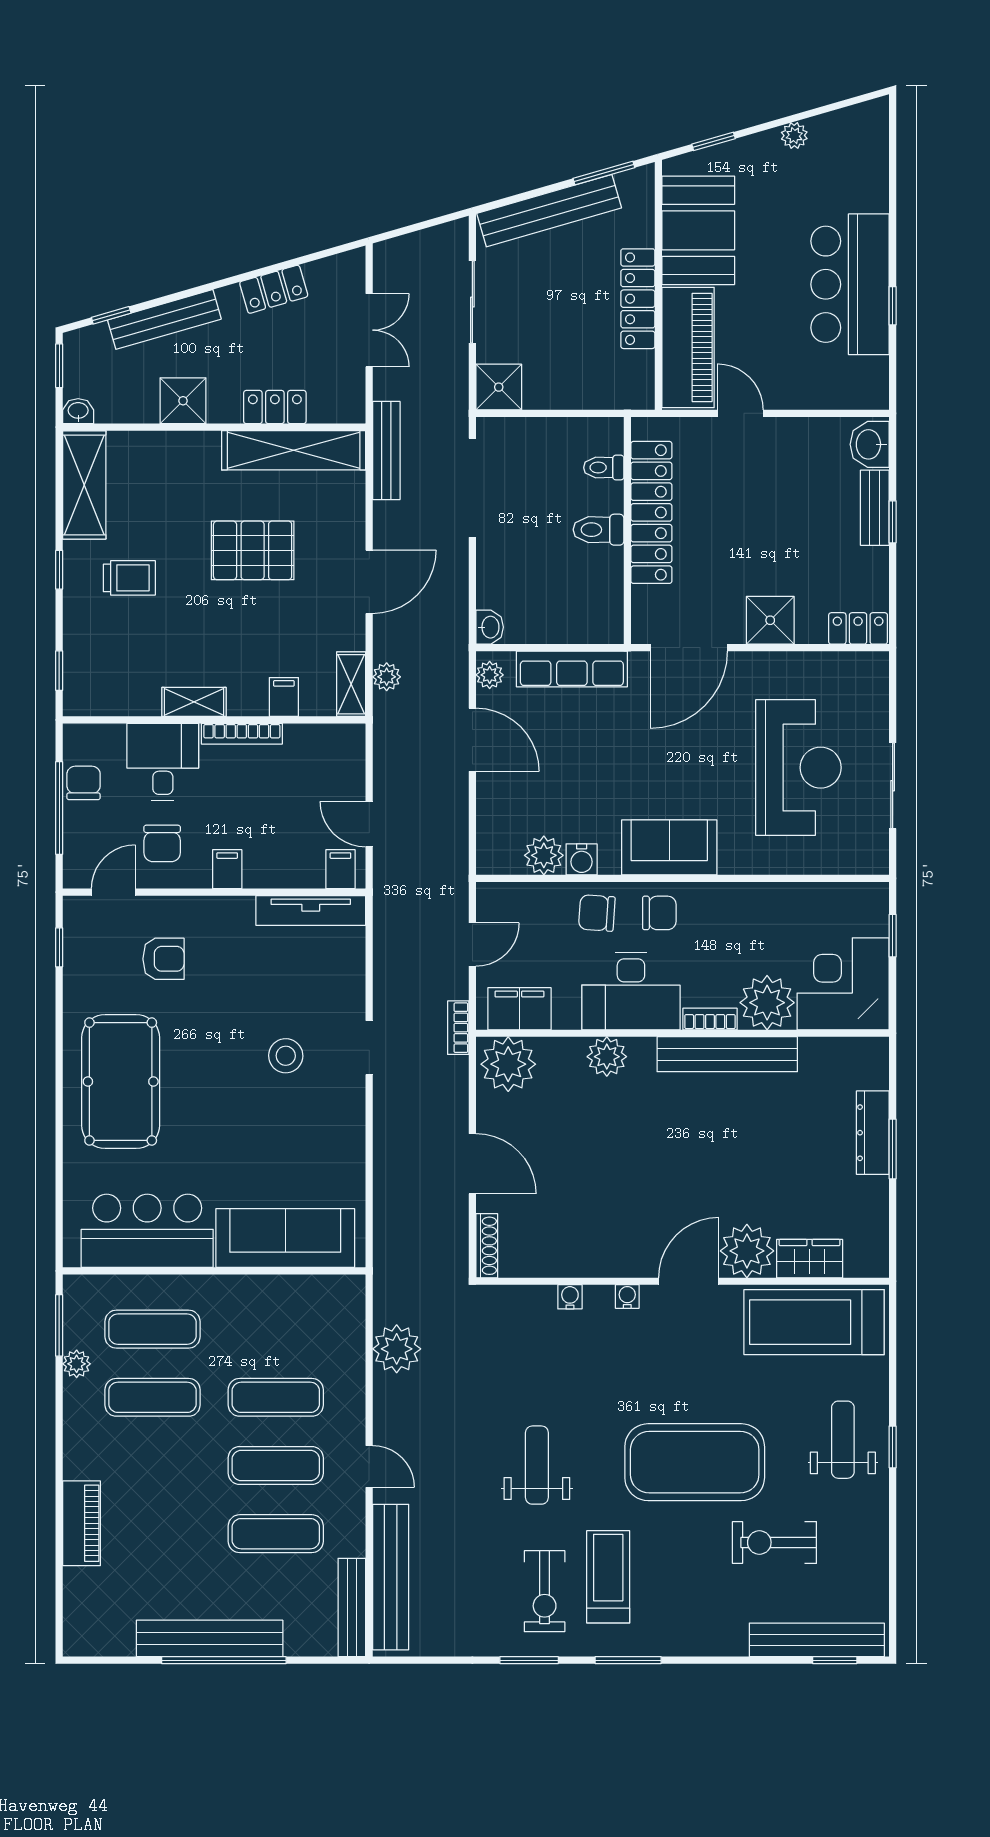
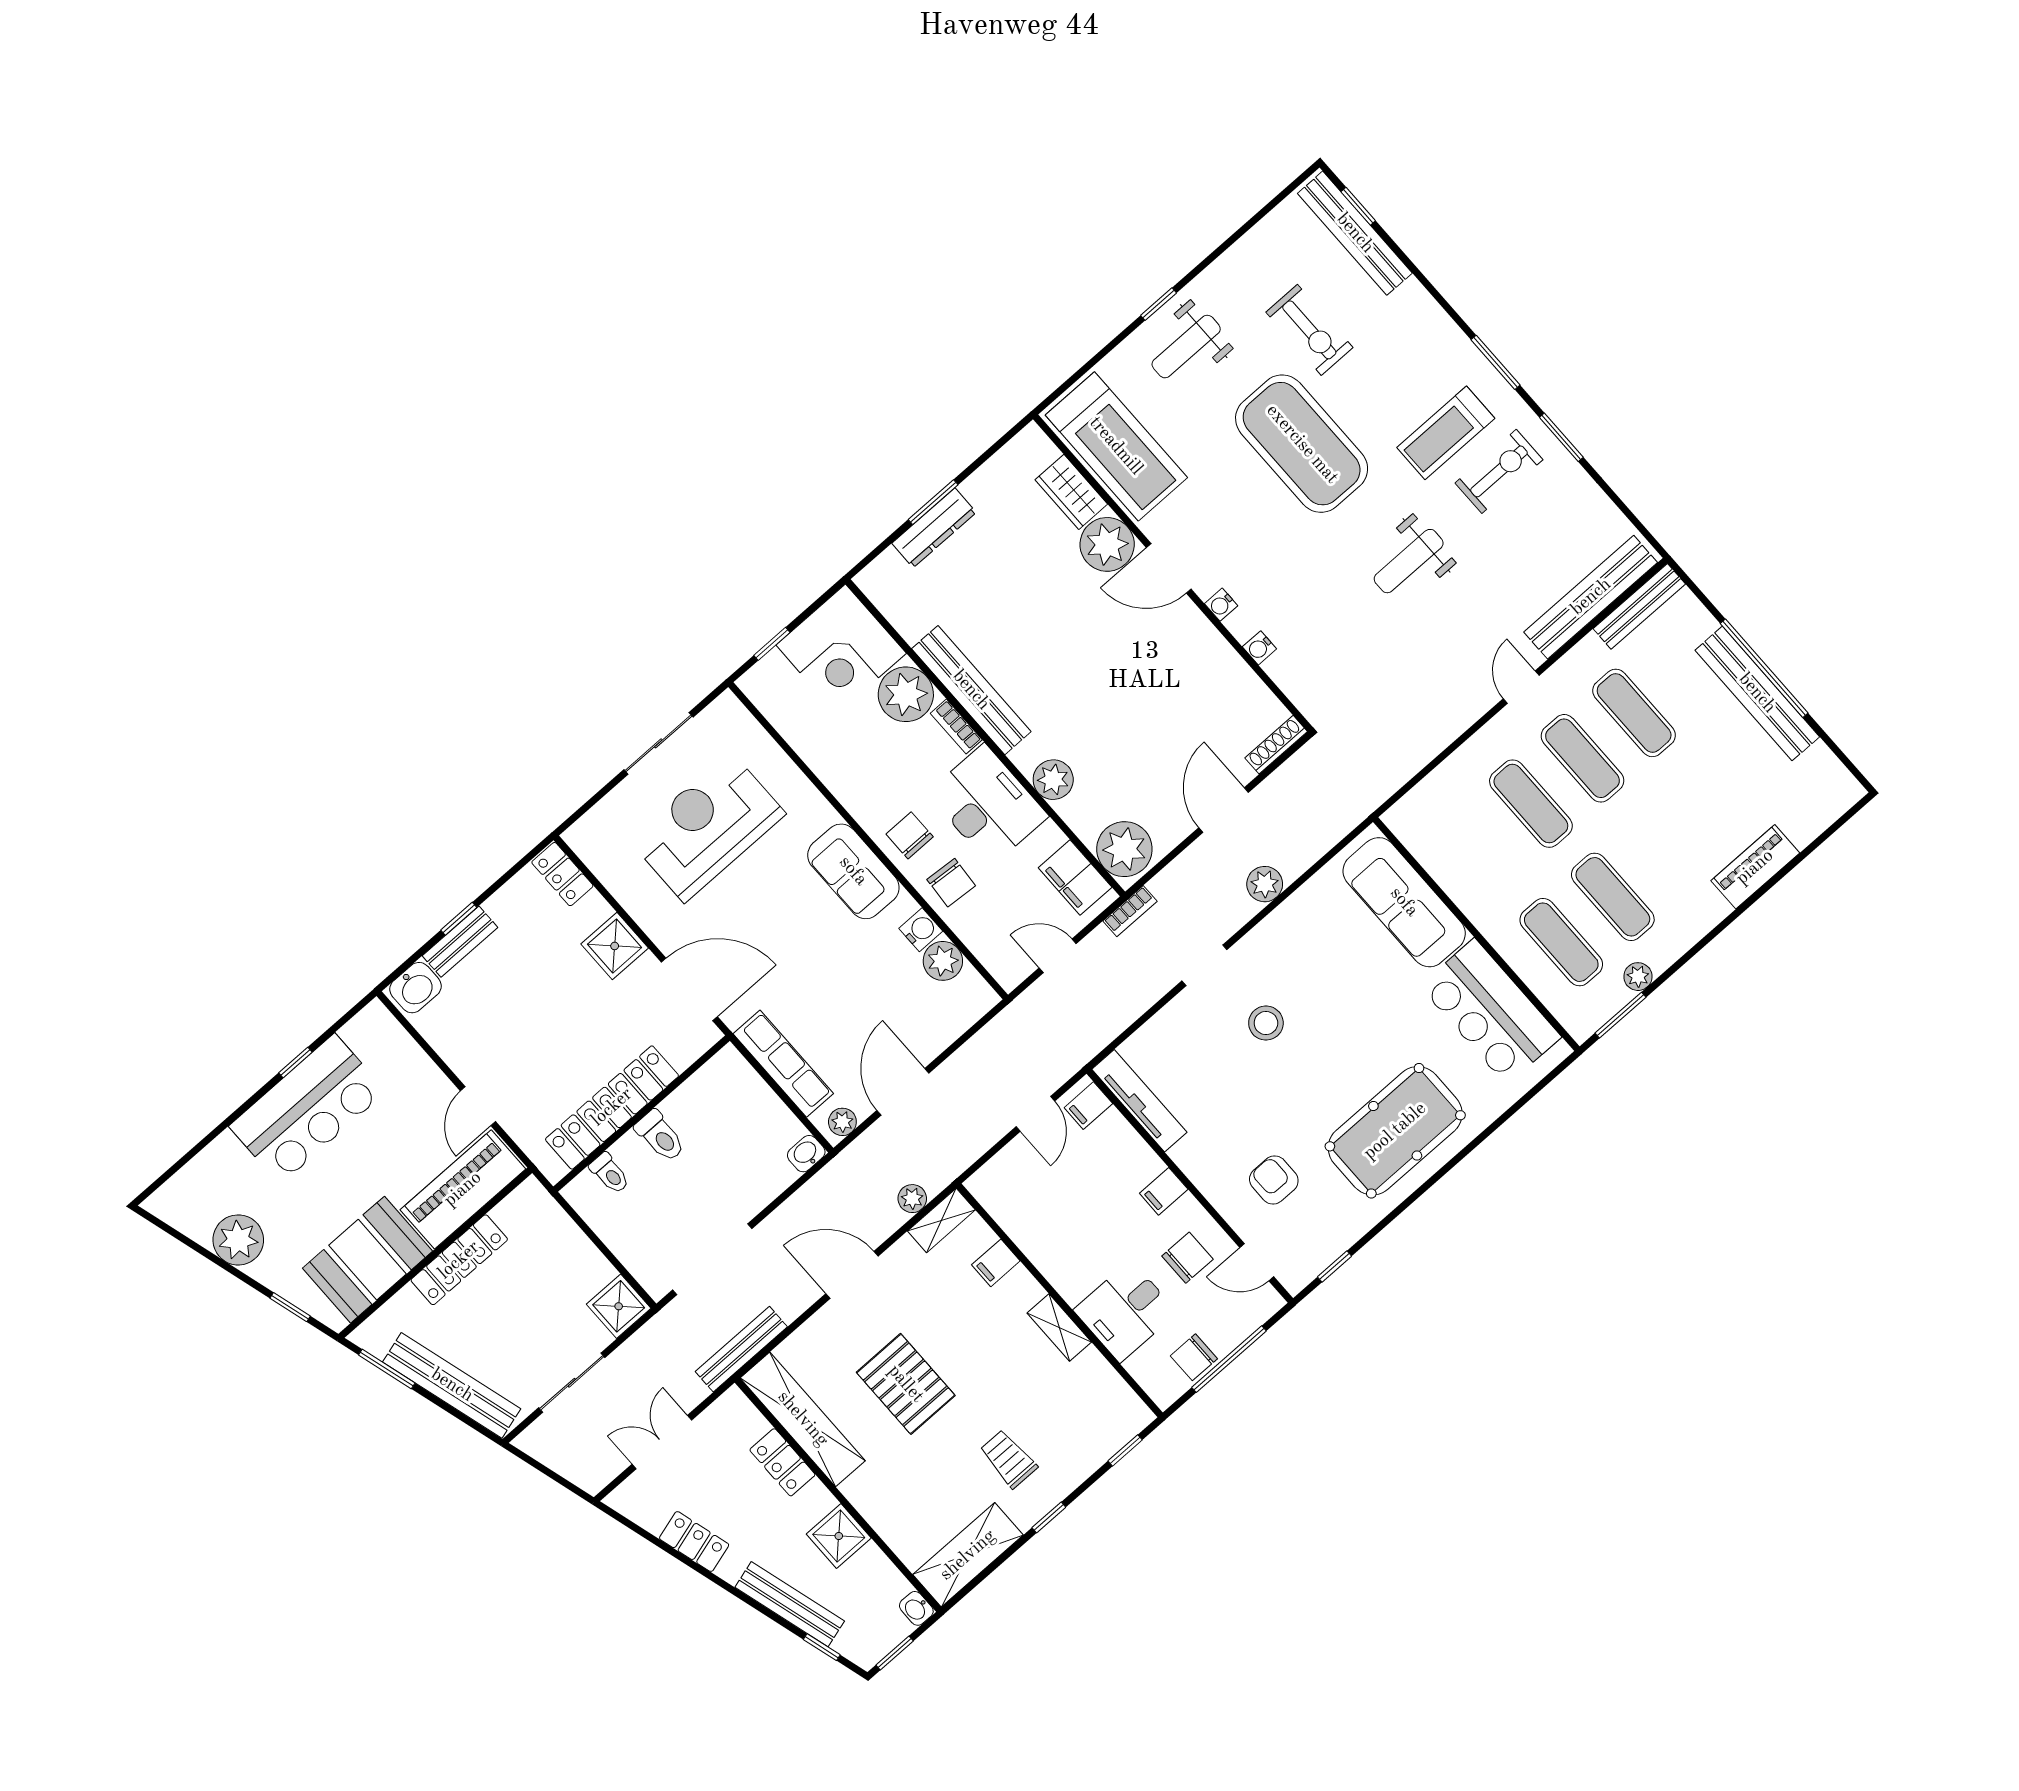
plant: (794, 136) -> (238, 1240), width x1.87, depth x1.87
bookcase: (242, 734) -> (1052, 1270), removed
plant: (397, 1349) -> (1265, 884), moved, width x0.73, depth x0.73

